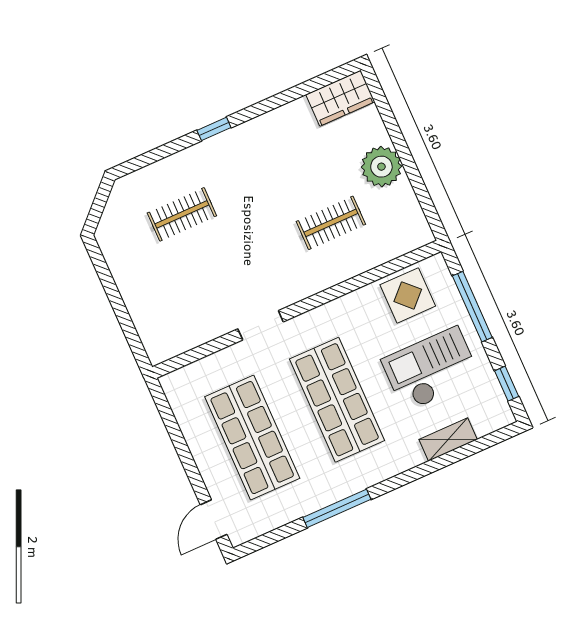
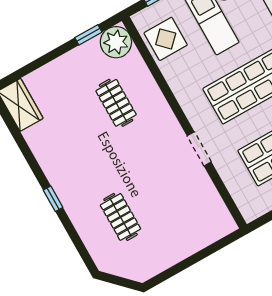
plant: (381, 167) -> (116, 42), moved
window: (423, 195) -> (88, 35), added

